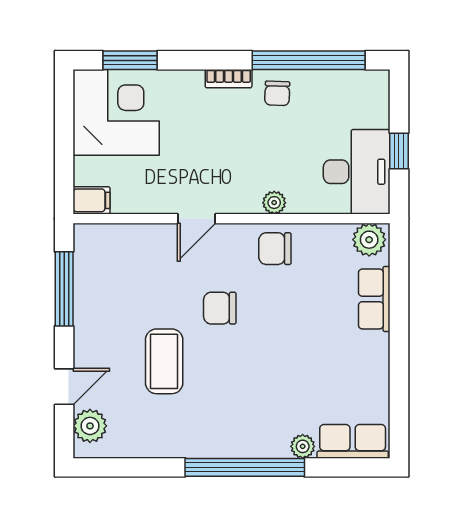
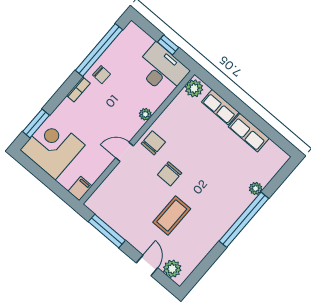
door: (197, 219) -> (125, 152), swing flipped
chair: (275, 249) -> (153, 143), moved, turned 180
coffee table: (164, 361) -> (172, 215), turned 90
row of seats: (353, 441) -> (249, 133), moved, turned -90

